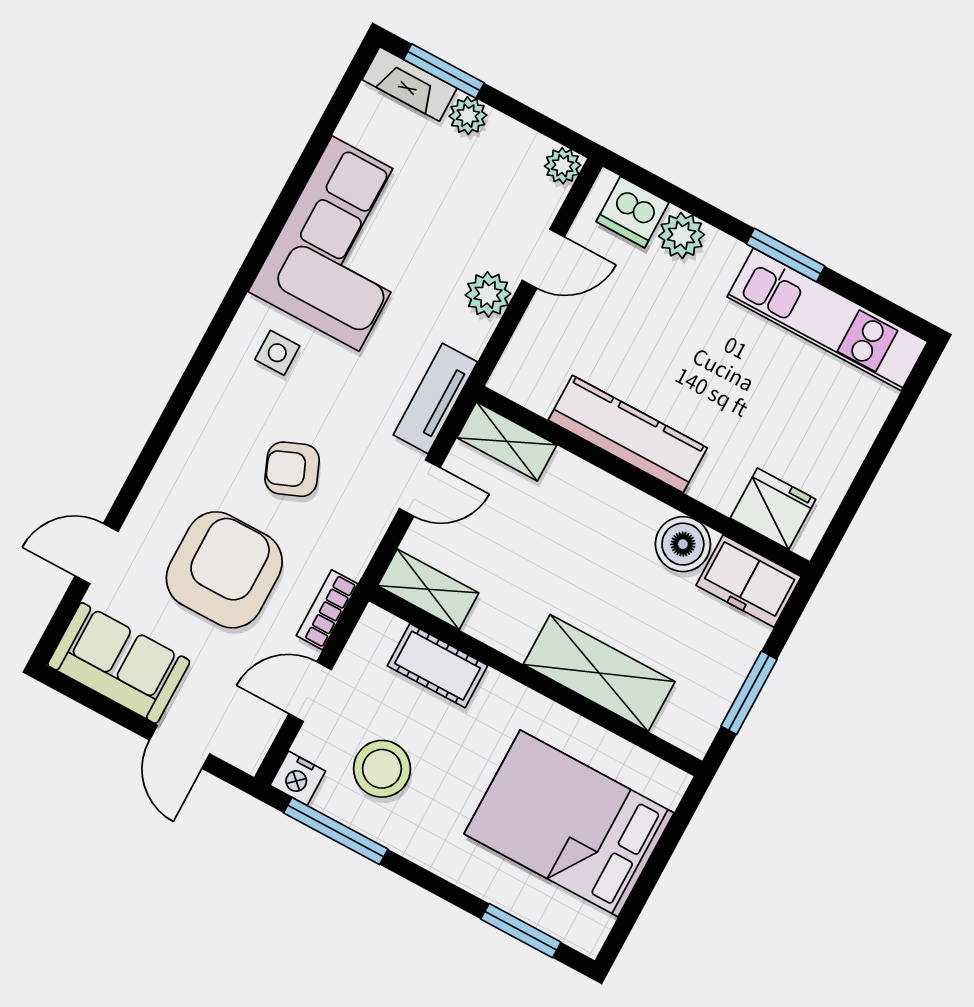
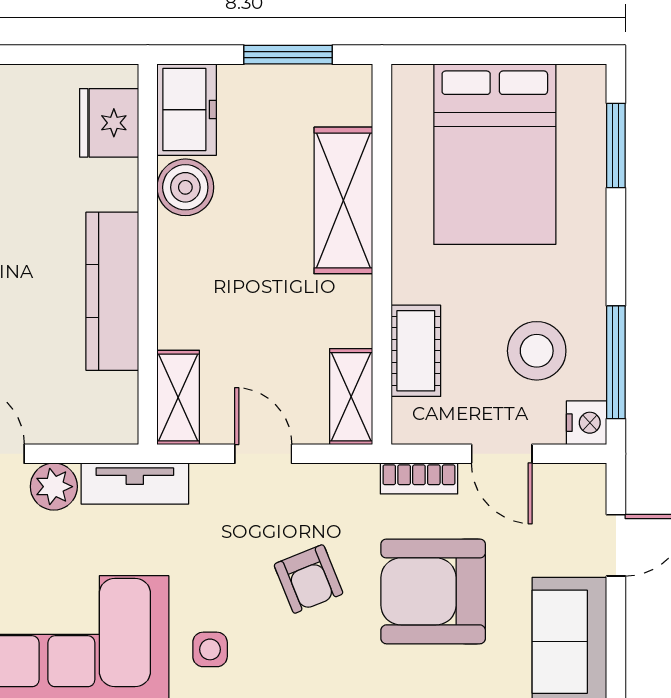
tv unit: (435, 398) -> (135, 484), moved

